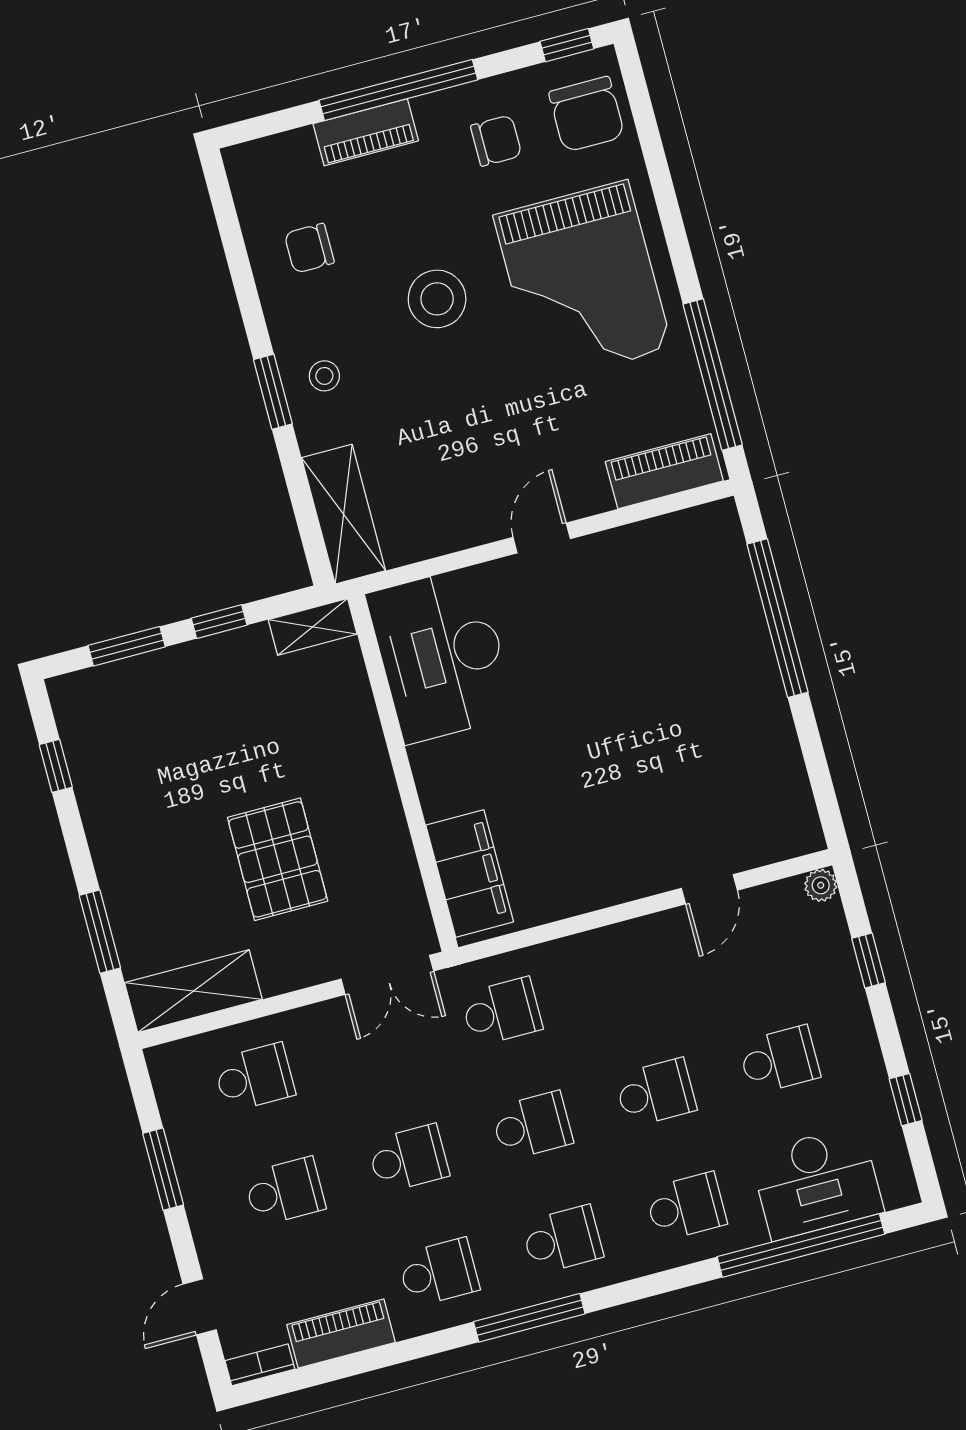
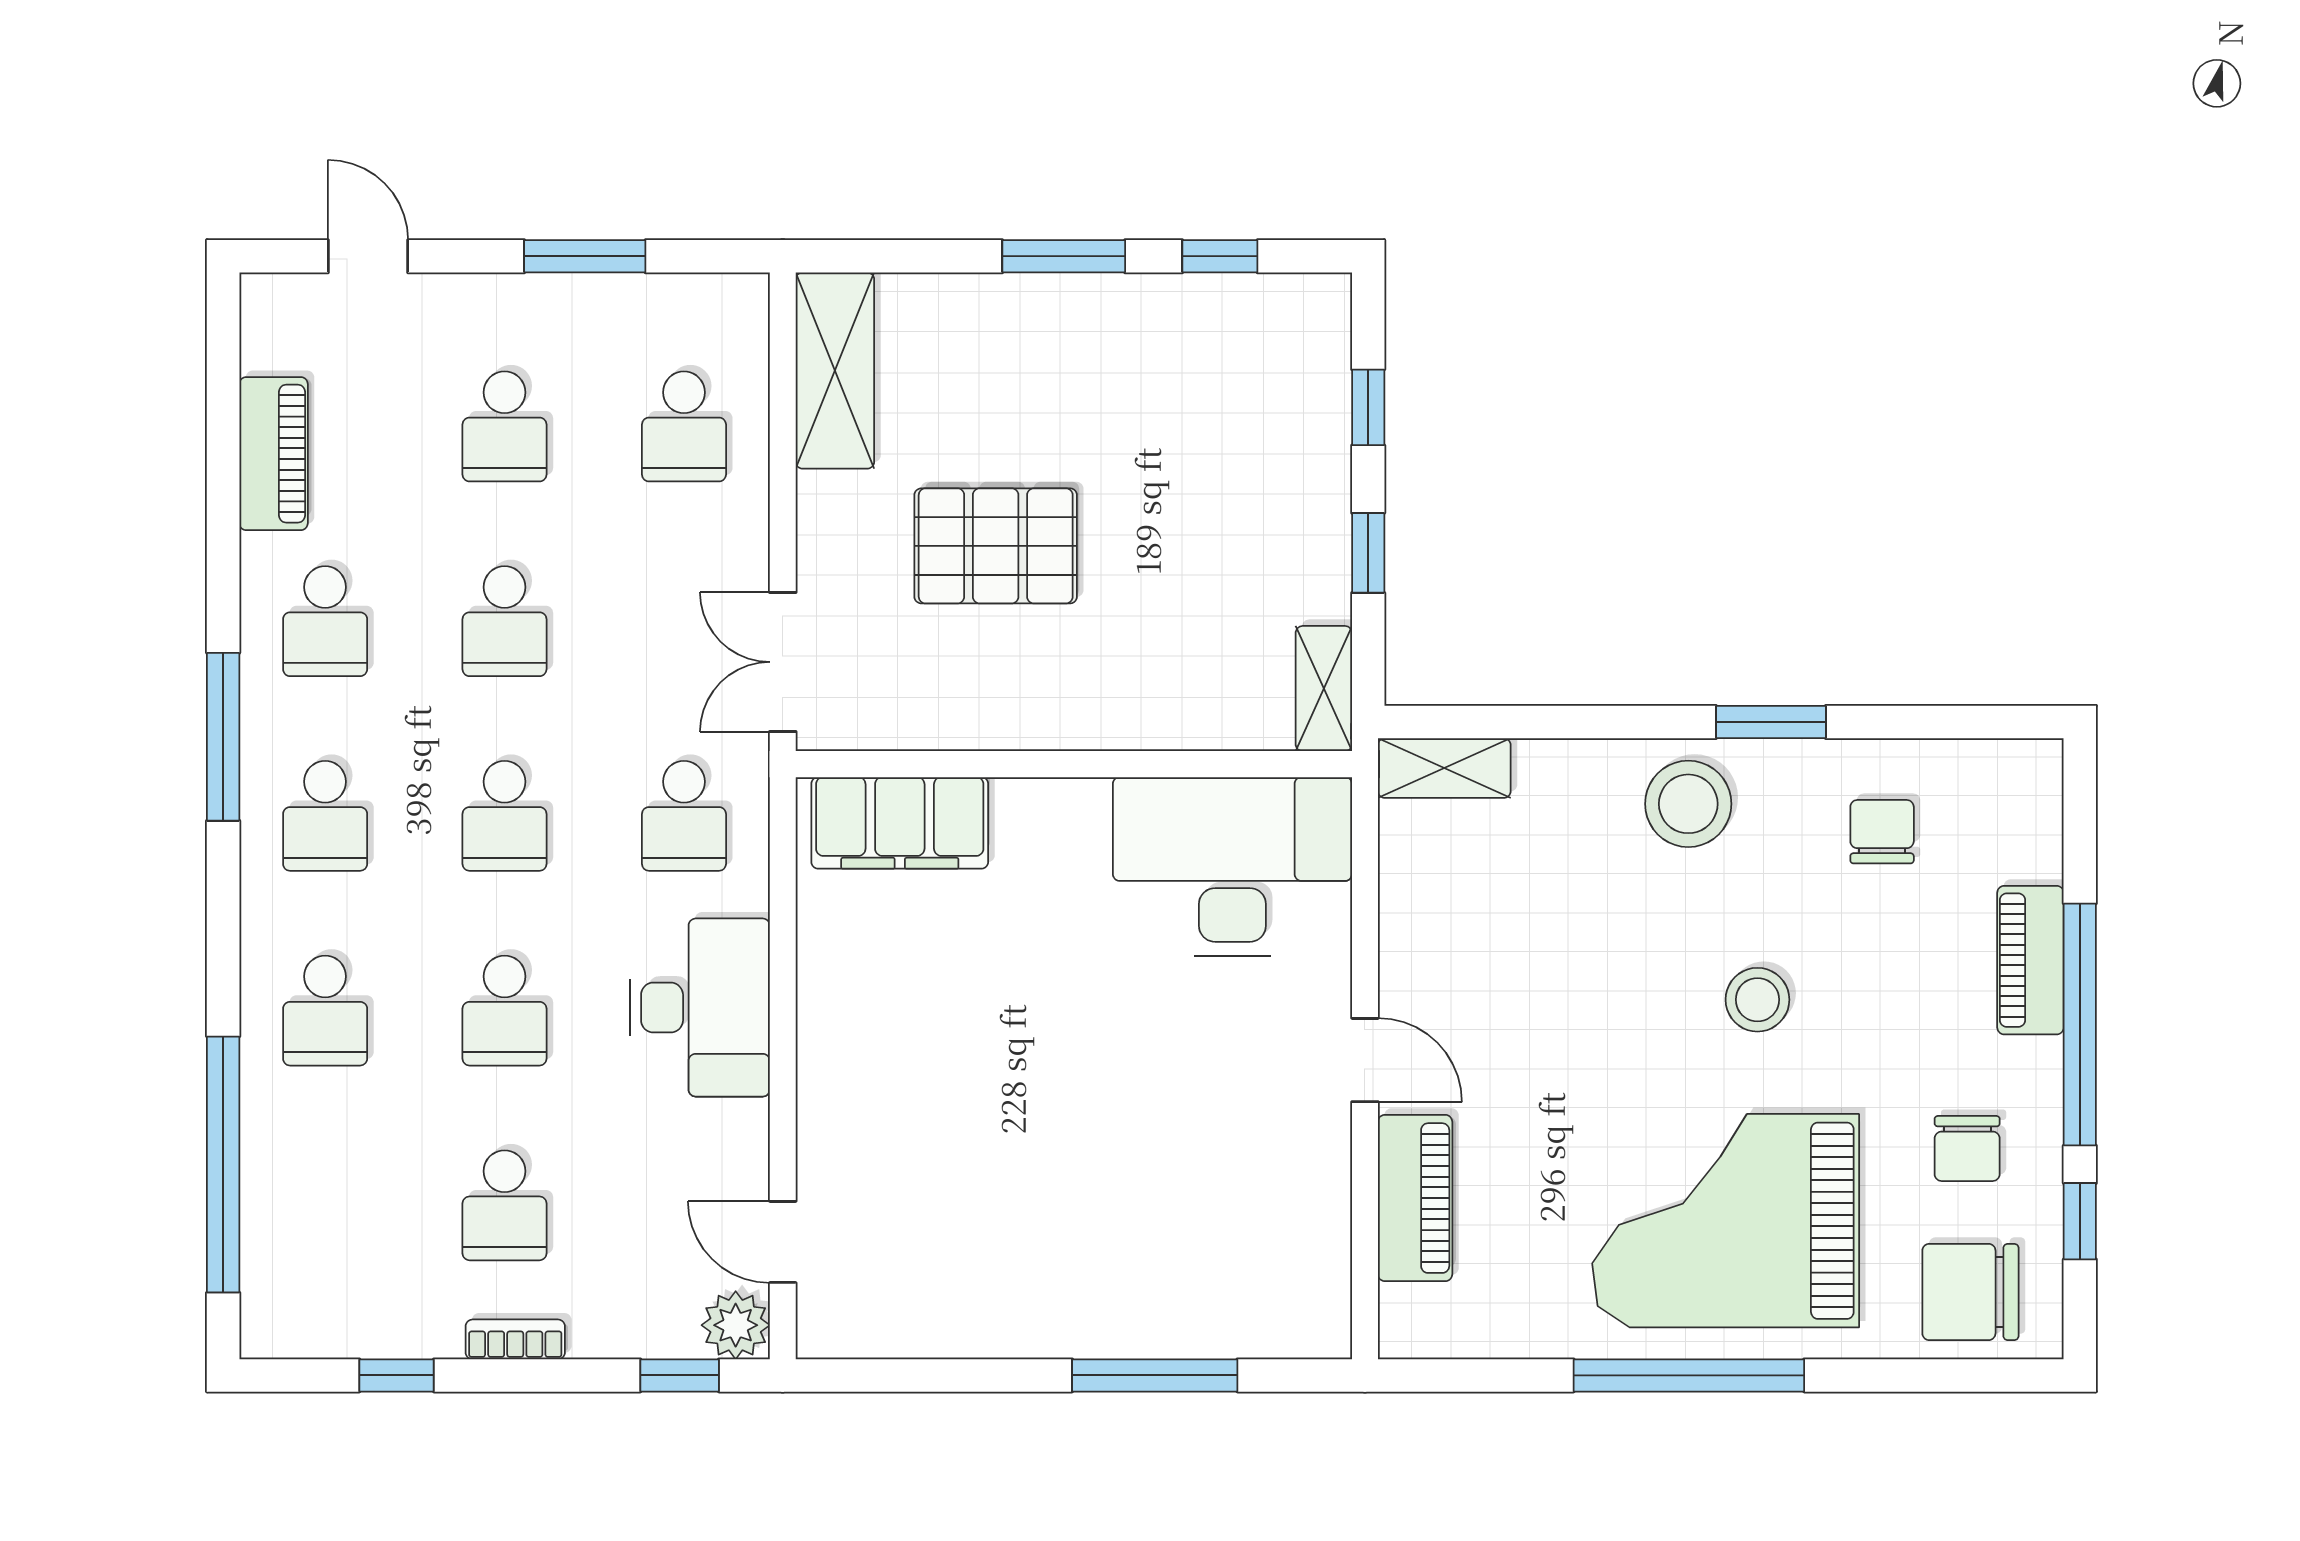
window: (567, 45) -> (2080, 1221), moved
stool: (437, 299) -> (1757, 1000), width x0.73, depth x0.73
window: (713, 374) -> (1689, 1375), moved
stool: (324, 376) -> (1688, 804), width x1.89, depth x1.89
window: (273, 392) -> (1771, 722), moved
piano: (664, 471) -> (1415, 1198), moved
shelving: (344, 514) -> (1444, 768), width x0.67, depth x0.75
window: (777, 618) -> (1155, 1375), width x0.68
window: (127, 646) -> (1368, 407), width x0.67
plant: (821, 885) -> (736, 1325), width x1.38, depth x1.38
door: (709, 889) -> (783, 1242), moved
window: (100, 932) -> (1064, 256), moved
window: (869, 961) -> (680, 1375), moved
desk: (817, 1183) -> (700, 1008), moved, turned 180
bookcase: (260, 1365) -> (515, 1339), moved, turned -90

